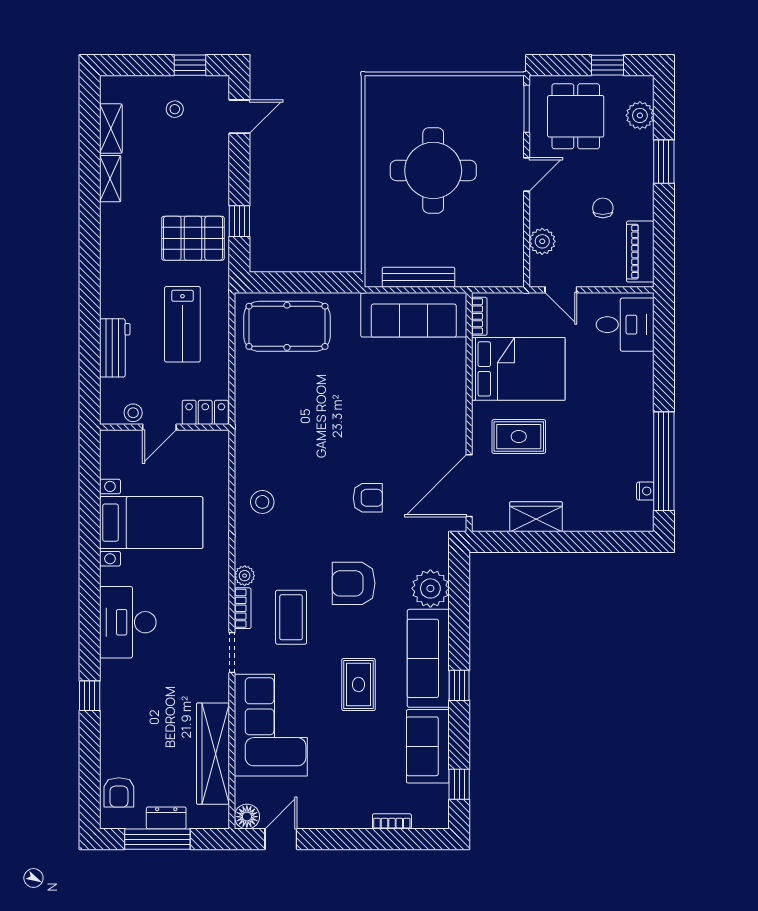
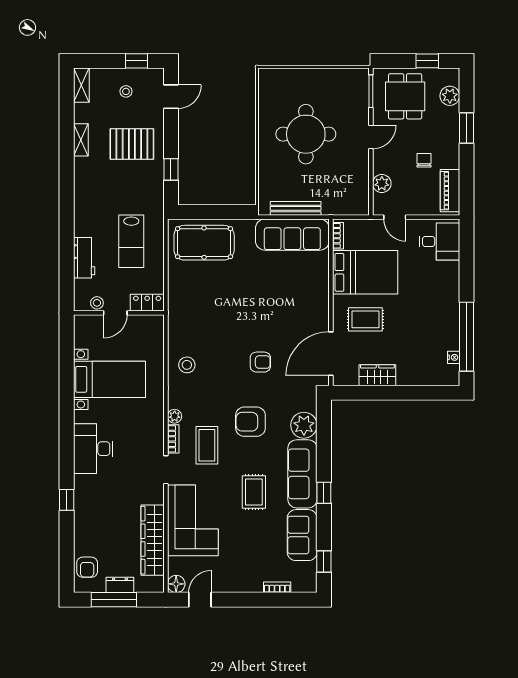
shelving: (111, 129) -> (81, 85), moved
pallet: (193, 238) -> (132, 144), moved

